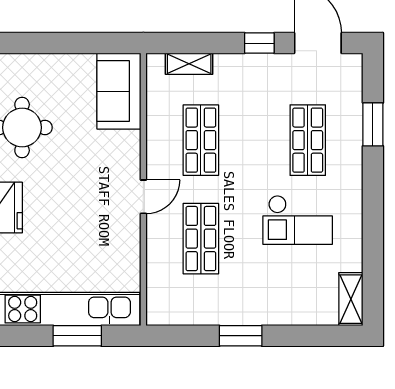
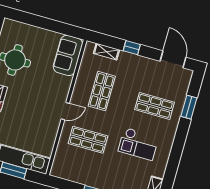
window: (259, 43) -> (132, 48), moved
shop shelf: (308, 140) -> (155, 106), turned 90
shop shelf: (201, 239) -> (88, 140), turned 90

